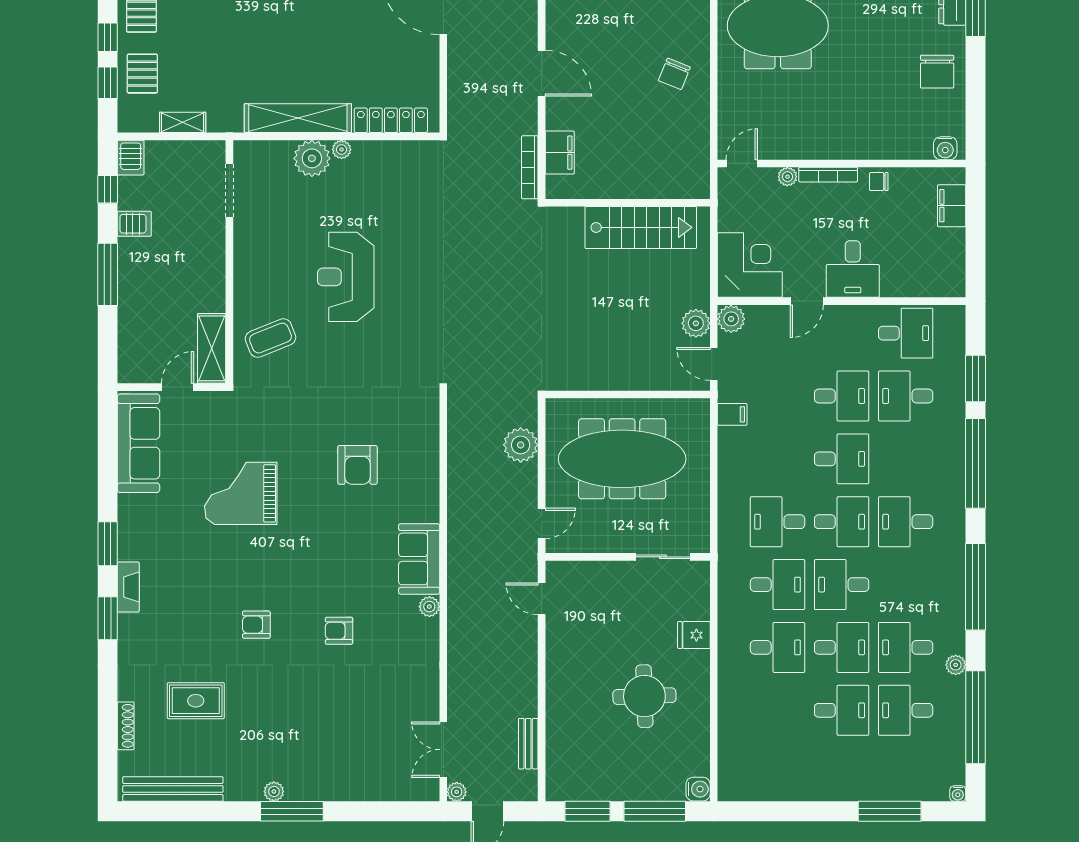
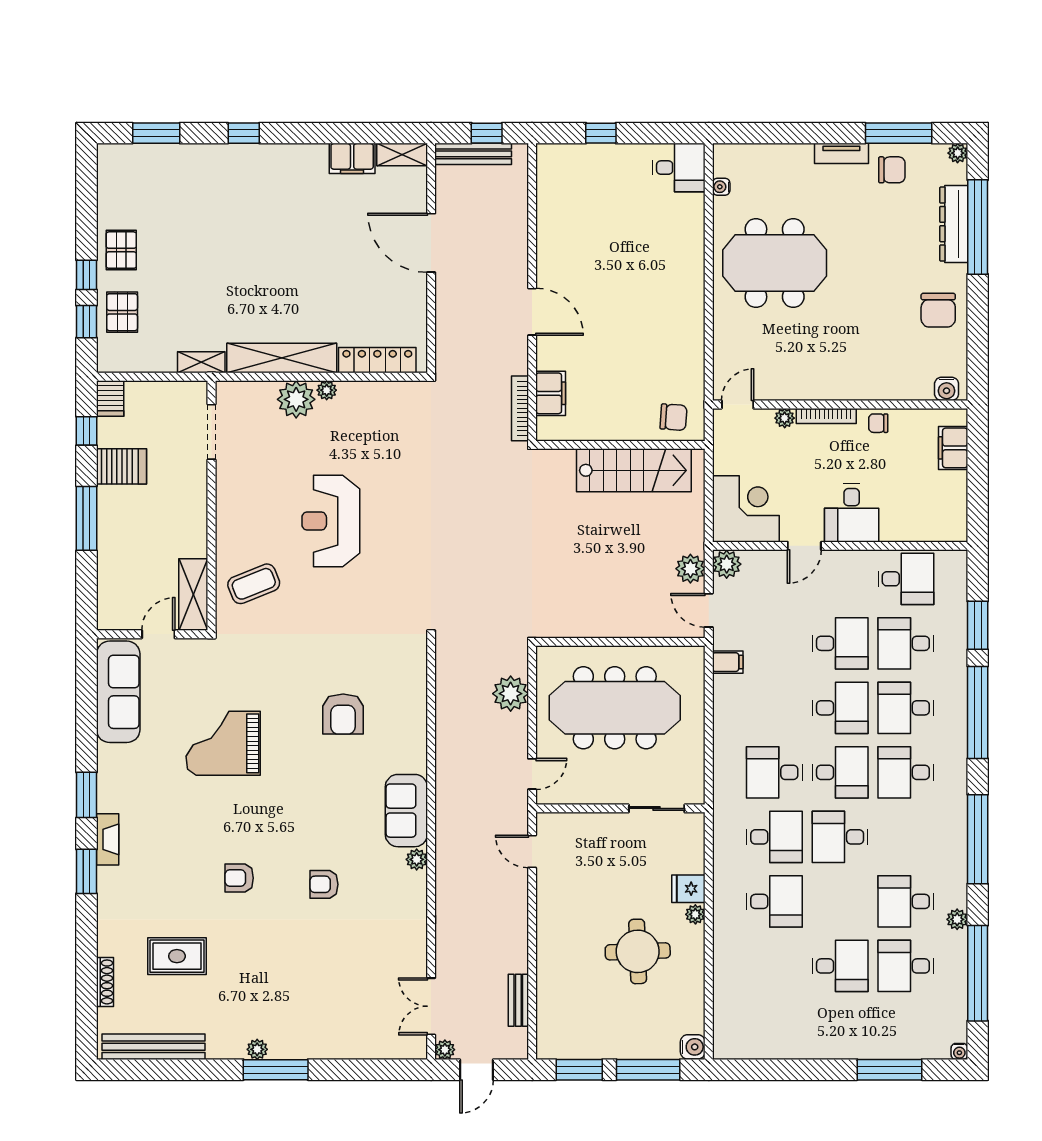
chair: (674, 74) -> (674, 417), moved, turned -108
shelving: (183, 122) -> (201, 362), moved
server rack: (134, 224) -> (121, 466), width x1.36, depth x1.44
desk: (842, 647) -> (906, 708), moved, turned 180
plant: (701, 660) -> (695, 914), added

